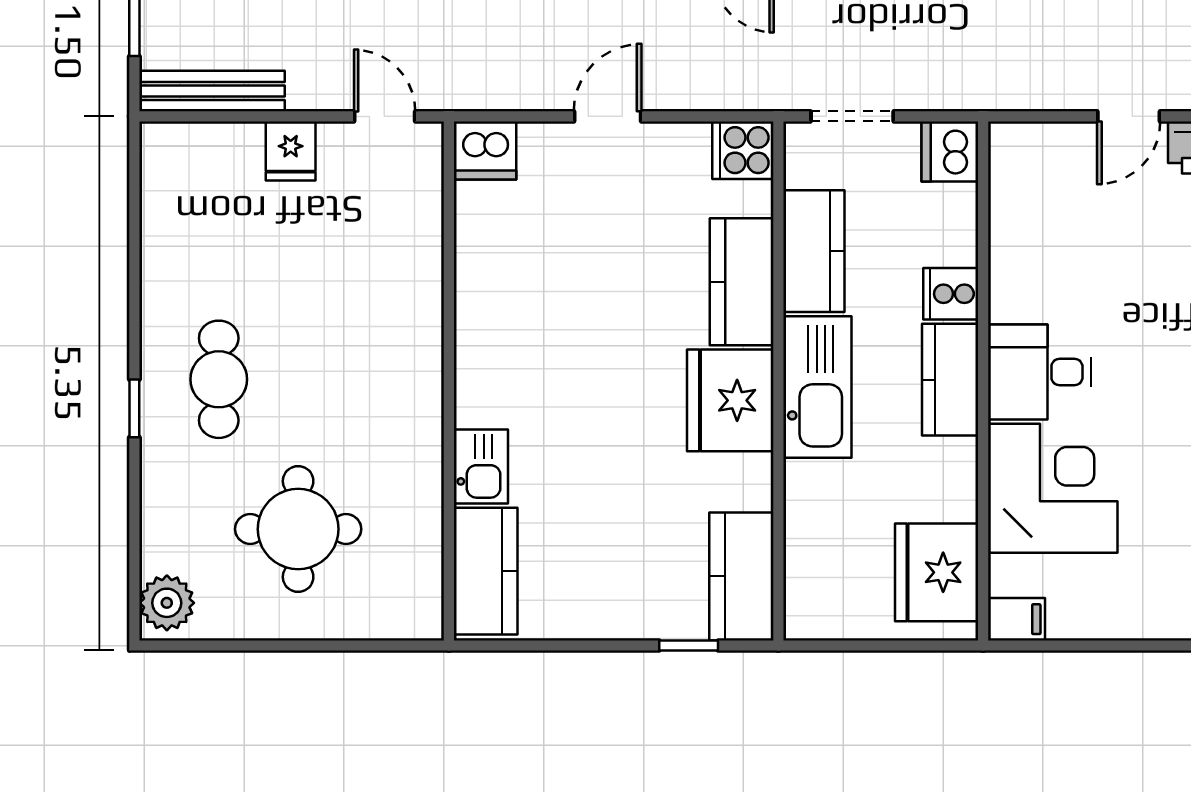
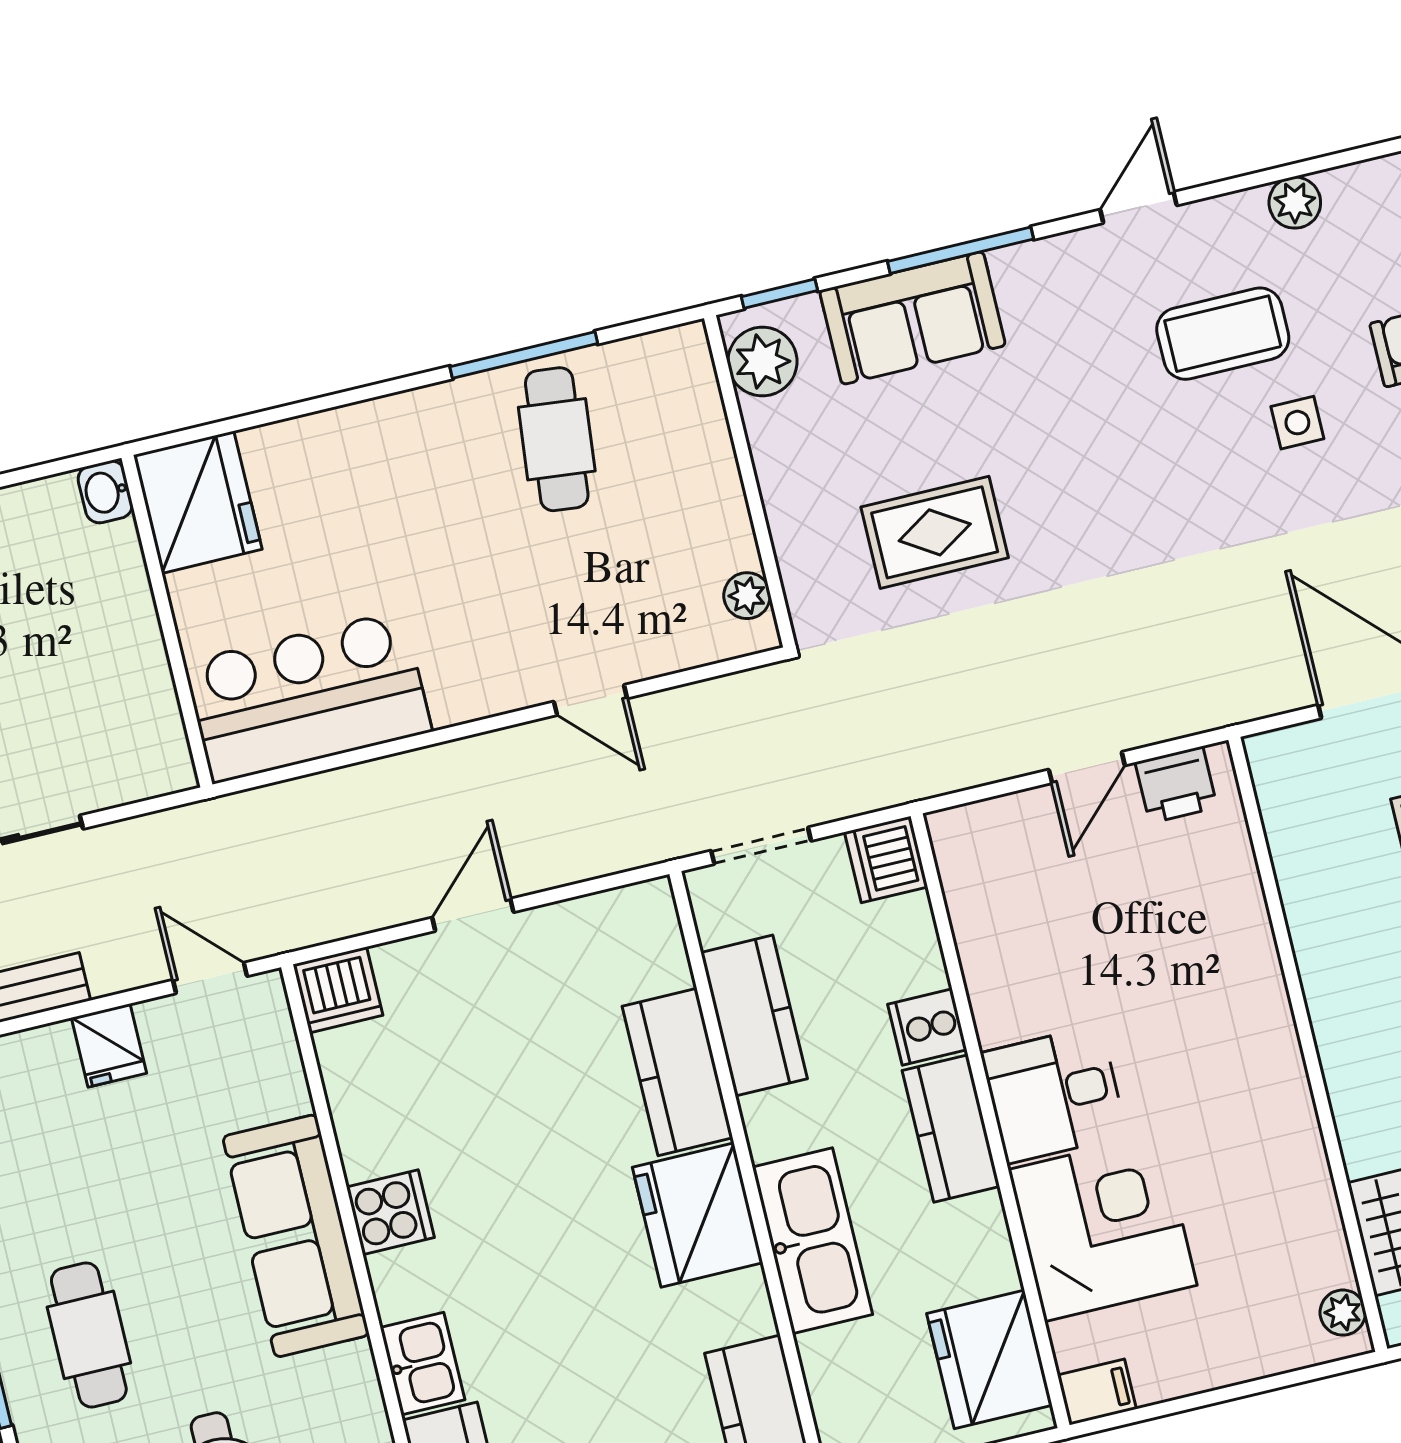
cooker: (743, 150) -> (390, 1212), moved, turned 180
sofa: (404, 340) -> (296, 1236), added
kitchen sink: (817, 387) -> (812, 1241), moved

